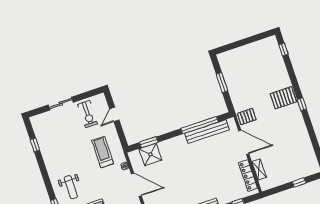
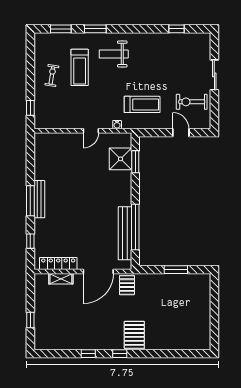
window: (283, 50) -> (88, 354), moved
door: (136, 185) -> (91, 131), width x0.53

